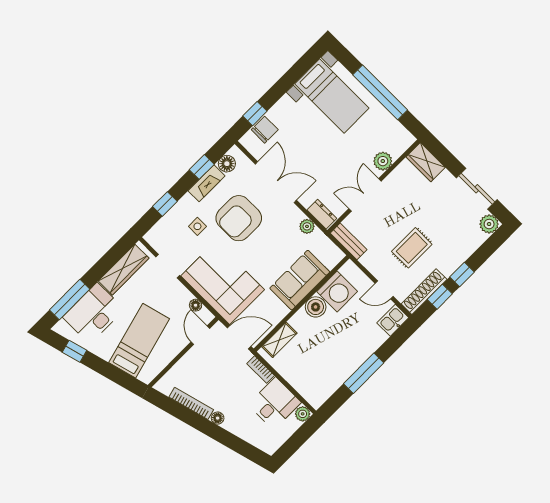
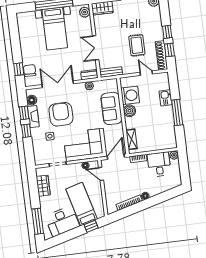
bed with nightstands: (332, 96) -> (55, 29), moved, turned 90
plant: (383, 161) -> (85, 12), moved
window: (165, 204) -> (26, 131), moved
armchair: (239, 218) -> (61, 114), turned 180
wardrobe: (124, 270) -> (43, 186), width x0.67
door: (384, 290) -> (146, 73), swing flipped
desk: (93, 313) -> (62, 221), moved, turned -105
kitchen sink: (393, 320) -> (166, 98), moved
window: (75, 351) -> (91, 226), moved

